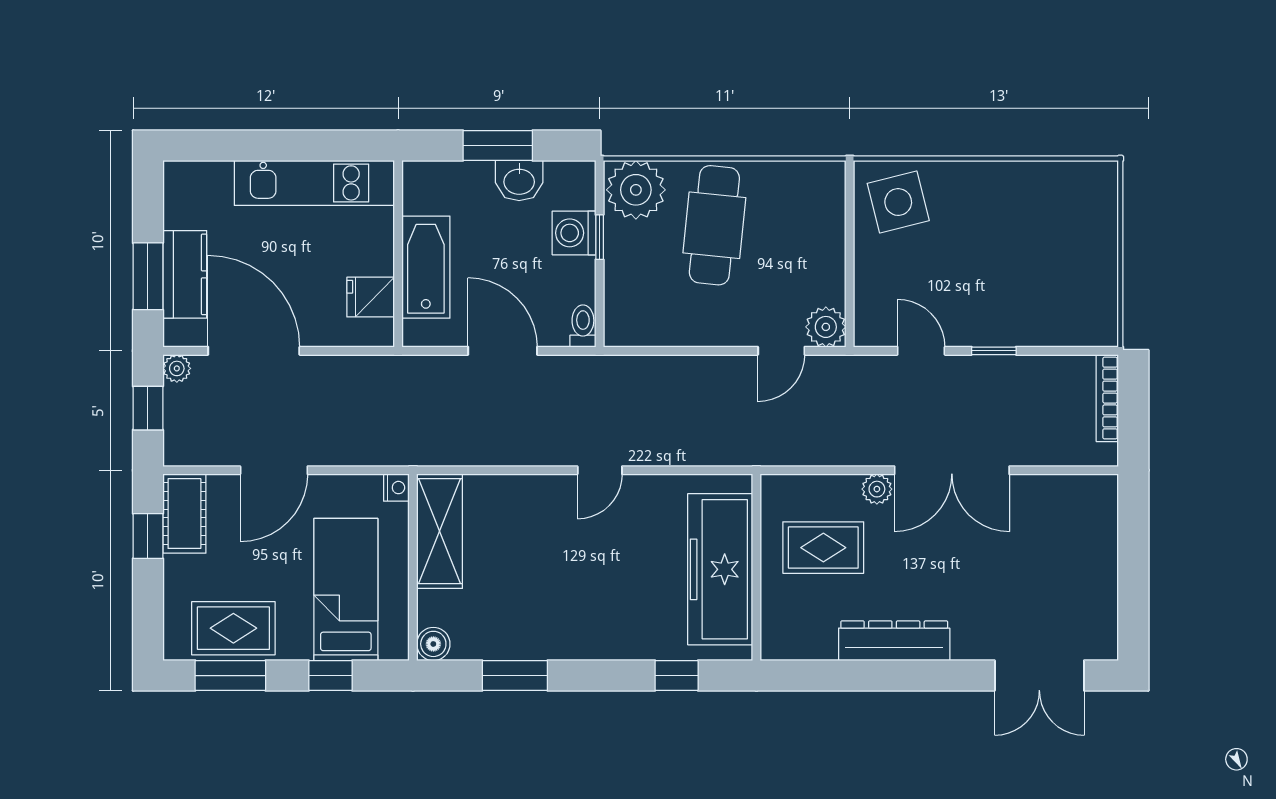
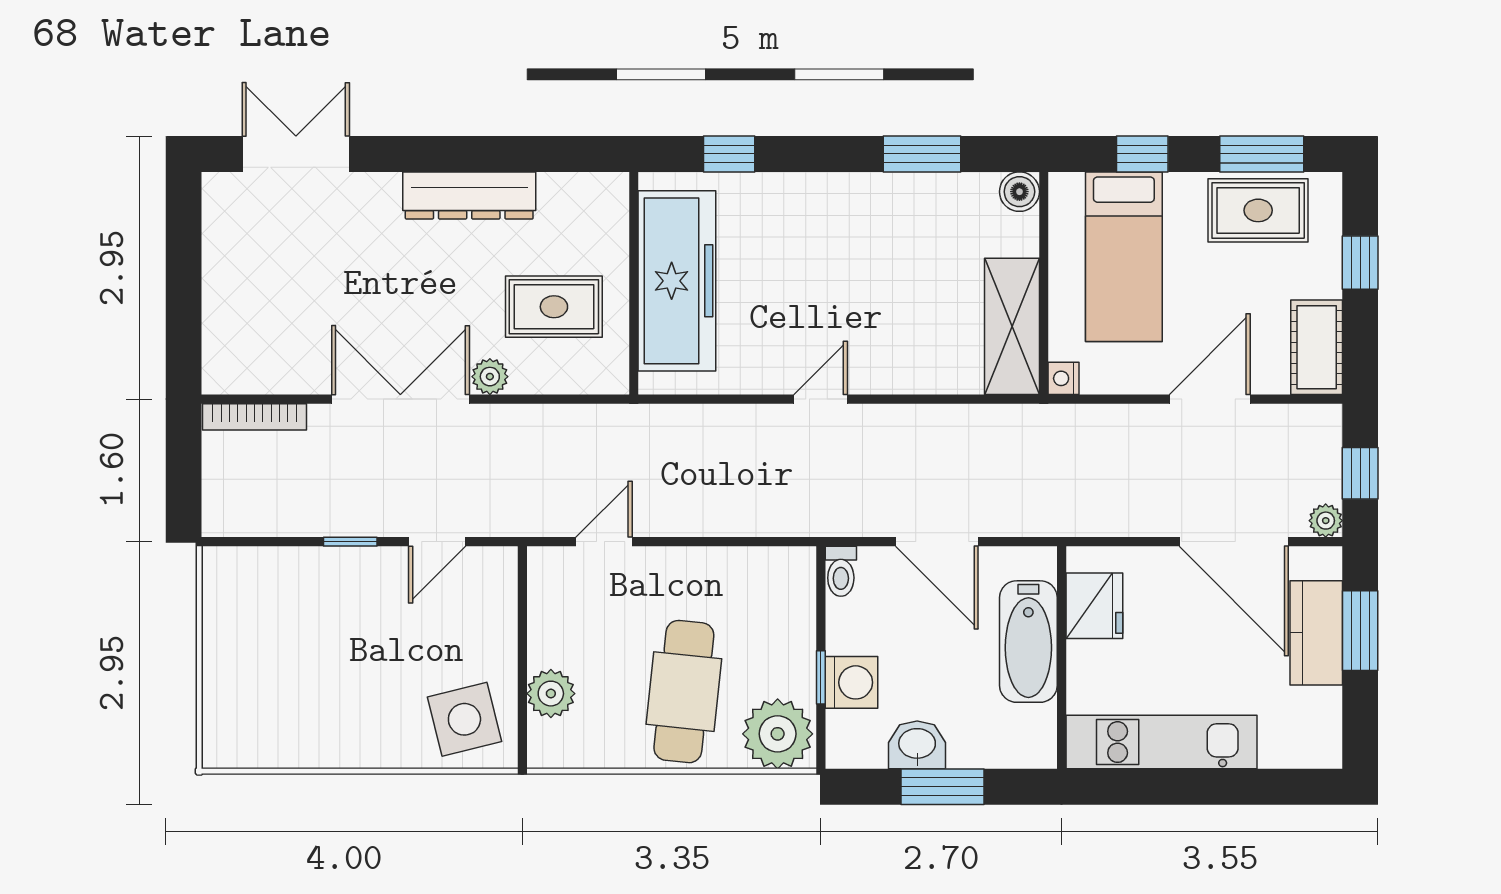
fridge: (371, 297) -> (1094, 606), width x1.38
plant: (826, 327) -> (551, 694), moved
door: (921, 351) -> (437, 542), hinge flipped
bookcase: (1107, 398) -> (255, 417), moved, turned 90
window: (148, 536) -> (1360, 263), moved

